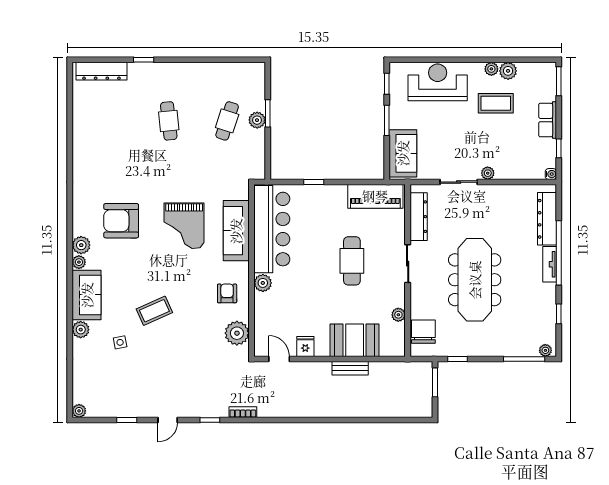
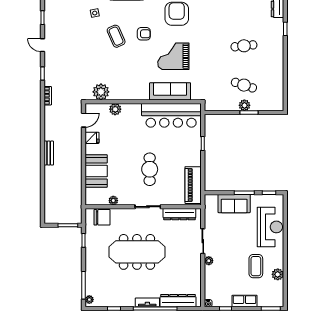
plant: (491, 69) -> (279, 263), removed
sofa: (403, 153) -> (234, 204), moved
cafe table: (352, 261) -> (150, 169), turned 90
plant: (263, 283) -> (115, 109), moved
armchair: (227, 293) -> (144, 34), moved
bench: (350, 368) -> (49, 153), moved

